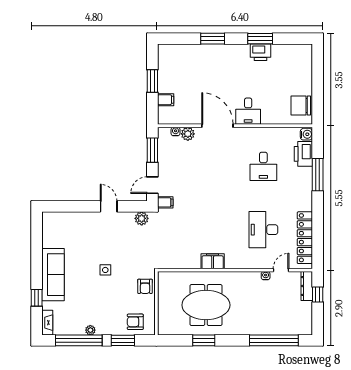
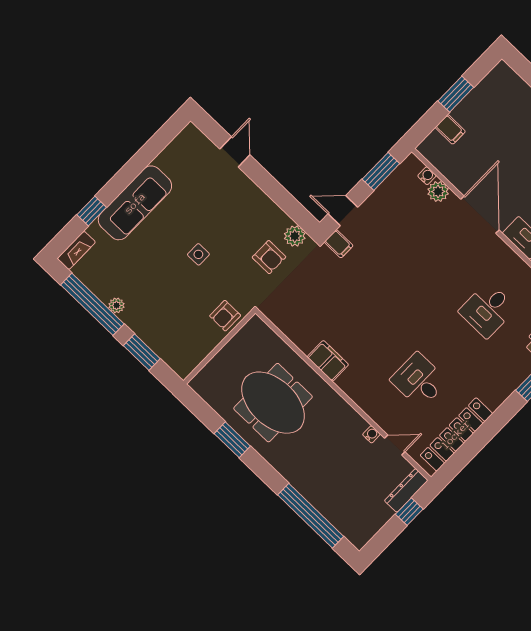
door: (109, 206) -> (235, 152), moved
desk: (263, 230) -> (419, 381), width x0.73
armchair: (135, 322) -> (269, 257), moved, turned 180

